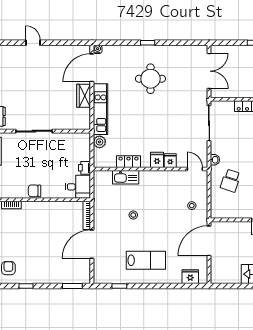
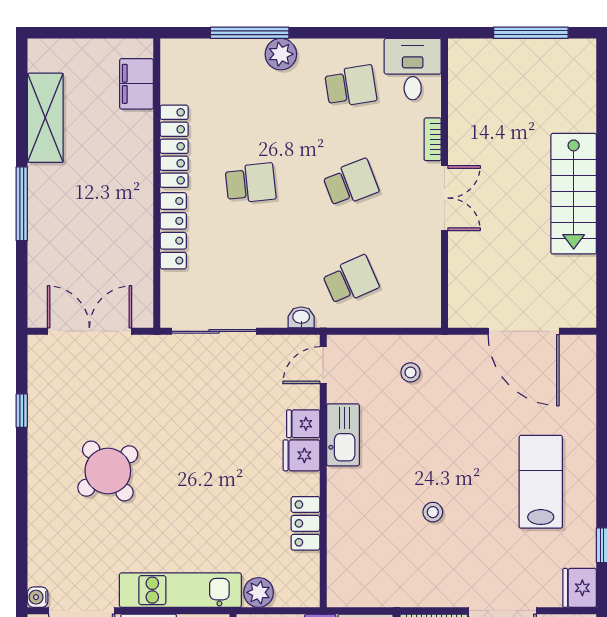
window: (148, 43) -> (22, 411), moved
round table: (150, 79) -> (108, 471), turned -38
kitchen sink: (126, 177) -> (343, 435), moved
school desk: (230, 181) -> (351, 280), turned -42
door: (209, 241) -> (524, 331), moved
fridge: (190, 277) -> (580, 588), moved

